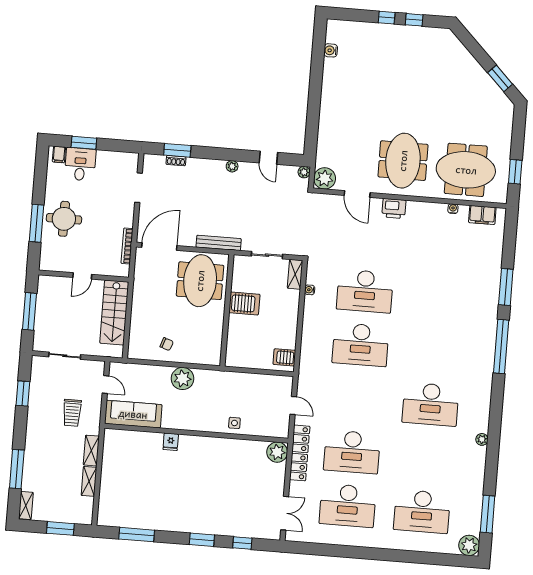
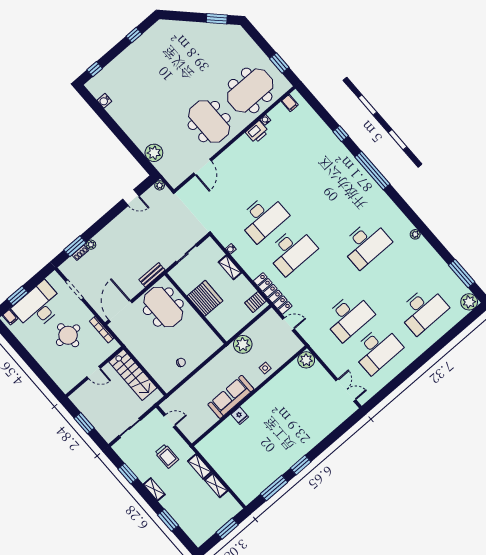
window: (387, 18) -> (95, 69), moved
desk: (80, 164) -> (38, 306), width x1.87, depth x1.30
plant: (232, 166) -> (91, 245), moved
plant: (325, 178) -> (154, 153), moved
door: (357, 194) -> (202, 167), hinge flipped
printer: (394, 209) -> (257, 132), moved
filing cabinet: (482, 215) -> (290, 103), width x0.50
round table: (64, 219) -> (68, 335), moved
window: (37, 223) -> (37, 369), removed
bench: (219, 243) -> (152, 275), width x0.73
shelving: (295, 274) -> (230, 267), moved
door: (82, 276) -> (94, 372), hinge flipped
window: (506, 287) -> (341, 134), width x0.46
server rack: (244, 303) -> (205, 298), width x1.60
window: (29, 311) -> (84, 423), width x0.69
plant: (183, 379) -> (243, 344), moved
sofa: (133, 414) -> (231, 397), moved
locker: (300, 453) -> (273, 293), moved
window: (17, 469) -> (168, 520), width x0.69
shelving: (26, 505) -> (154, 489), moved
window: (202, 540) -> (301, 465), moved
window: (242, 543) -> (339, 432), removed

